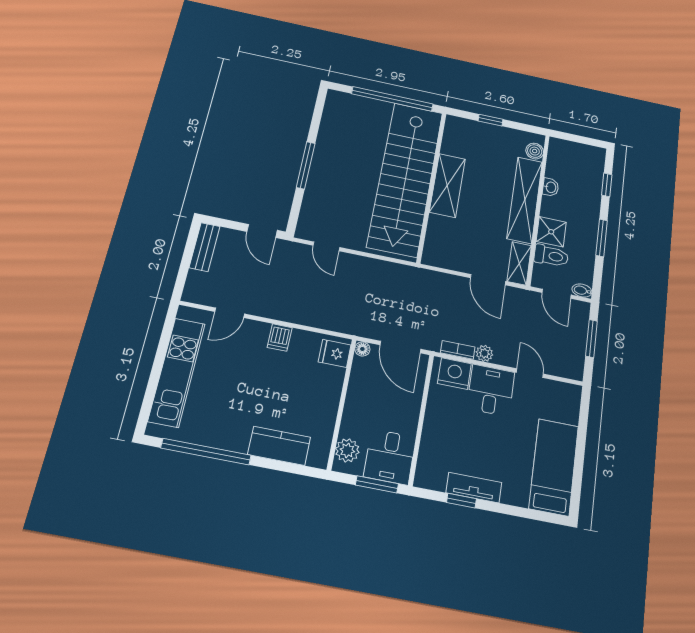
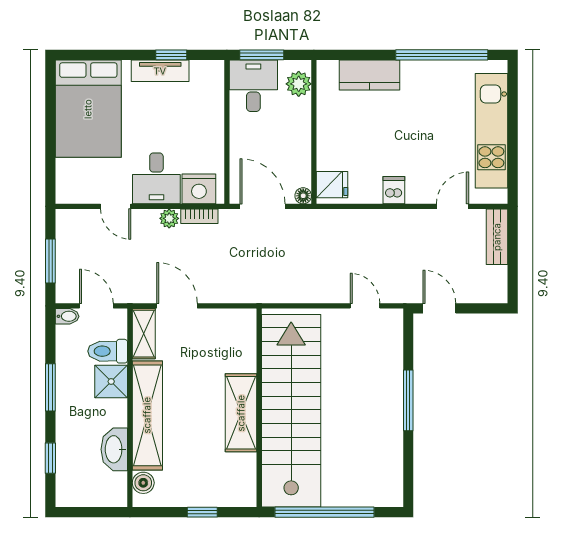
washbasin: (551, 187) -> (114, 449), width x1.91, depth x1.45
bench: (204, 247) -> (497, 237), moved
bed: (554, 467) -> (88, 109), width x1.50

